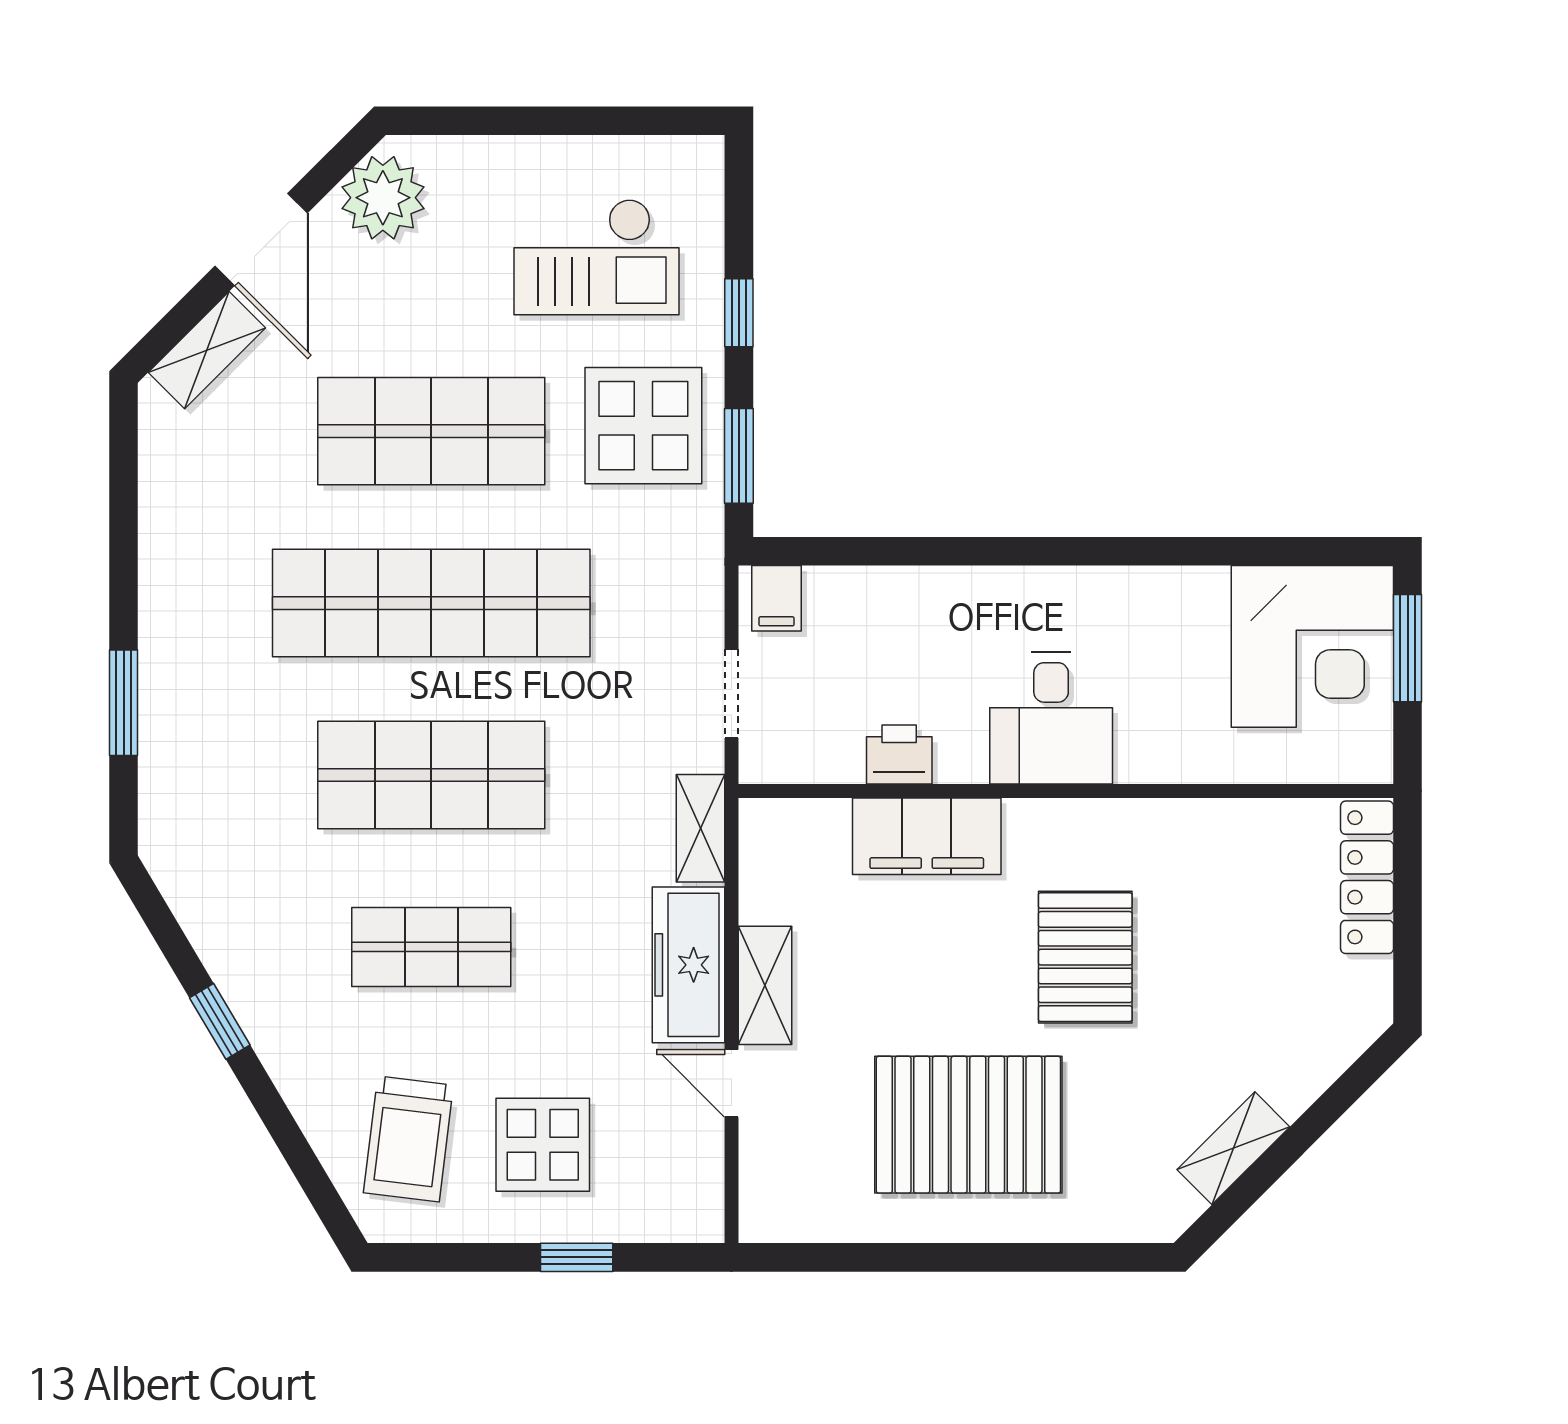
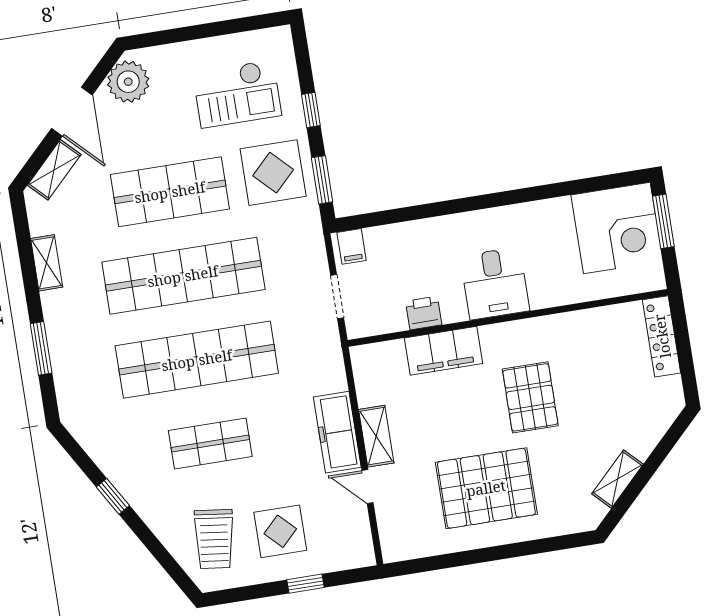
shop shelf: (431, 775) -> (197, 360), width x1.40
shelving: (700, 828) -> (47, 263), moved

